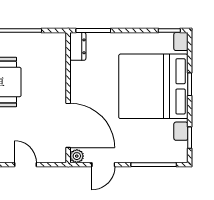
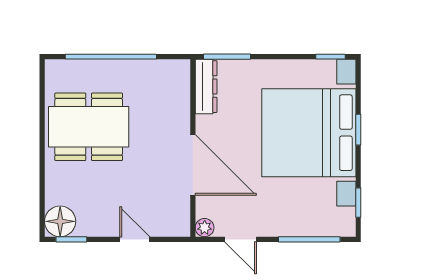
dresser: (78, 46) -> (206, 87), width x1.44
door: (68, 125) -> (193, 165), moved
door: (103, 165) -> (241, 239), hinge flipped

